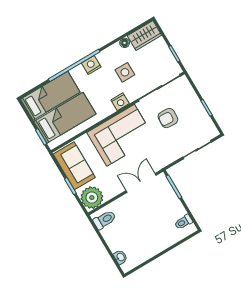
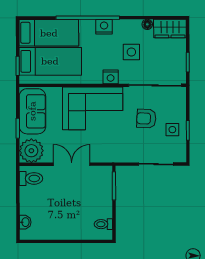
side table: (194, 115) -> (172, 130), added
double door: (141, 183) -> (72, 164), moved

